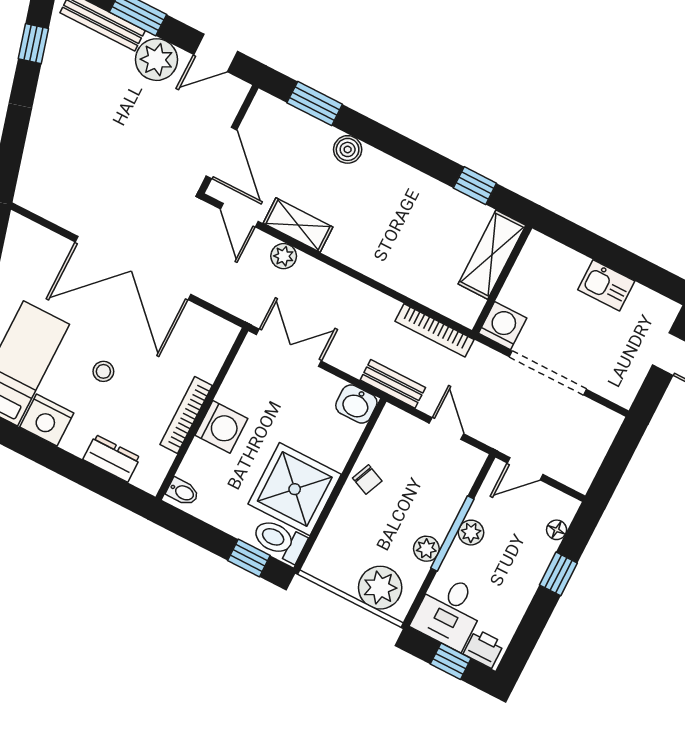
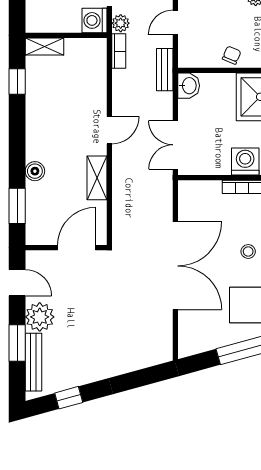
door: (239, 215) -> (109, 130), moved
shelving: (492, 255) -> (44, 46), width x0.67, depth x0.75
plant: (284, 256) -> (121, 23), moved
bookcase: (435, 330) -> (119, 51), width x0.64

